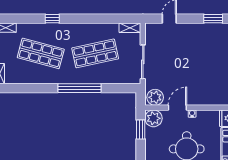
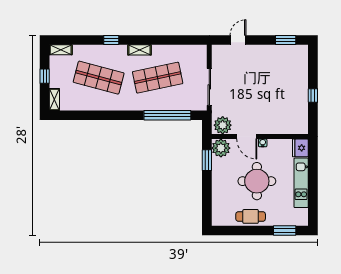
shelving: (130, 28) -> (140, 50), moved
window: (79, 88) -> (167, 115), moved
door: (177, 108) -> (247, 136), swing flipped

